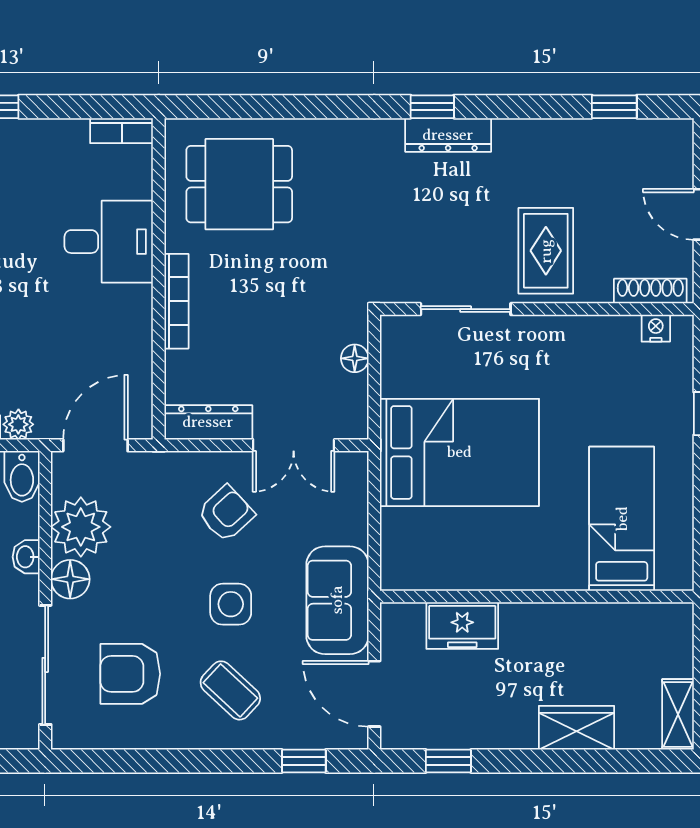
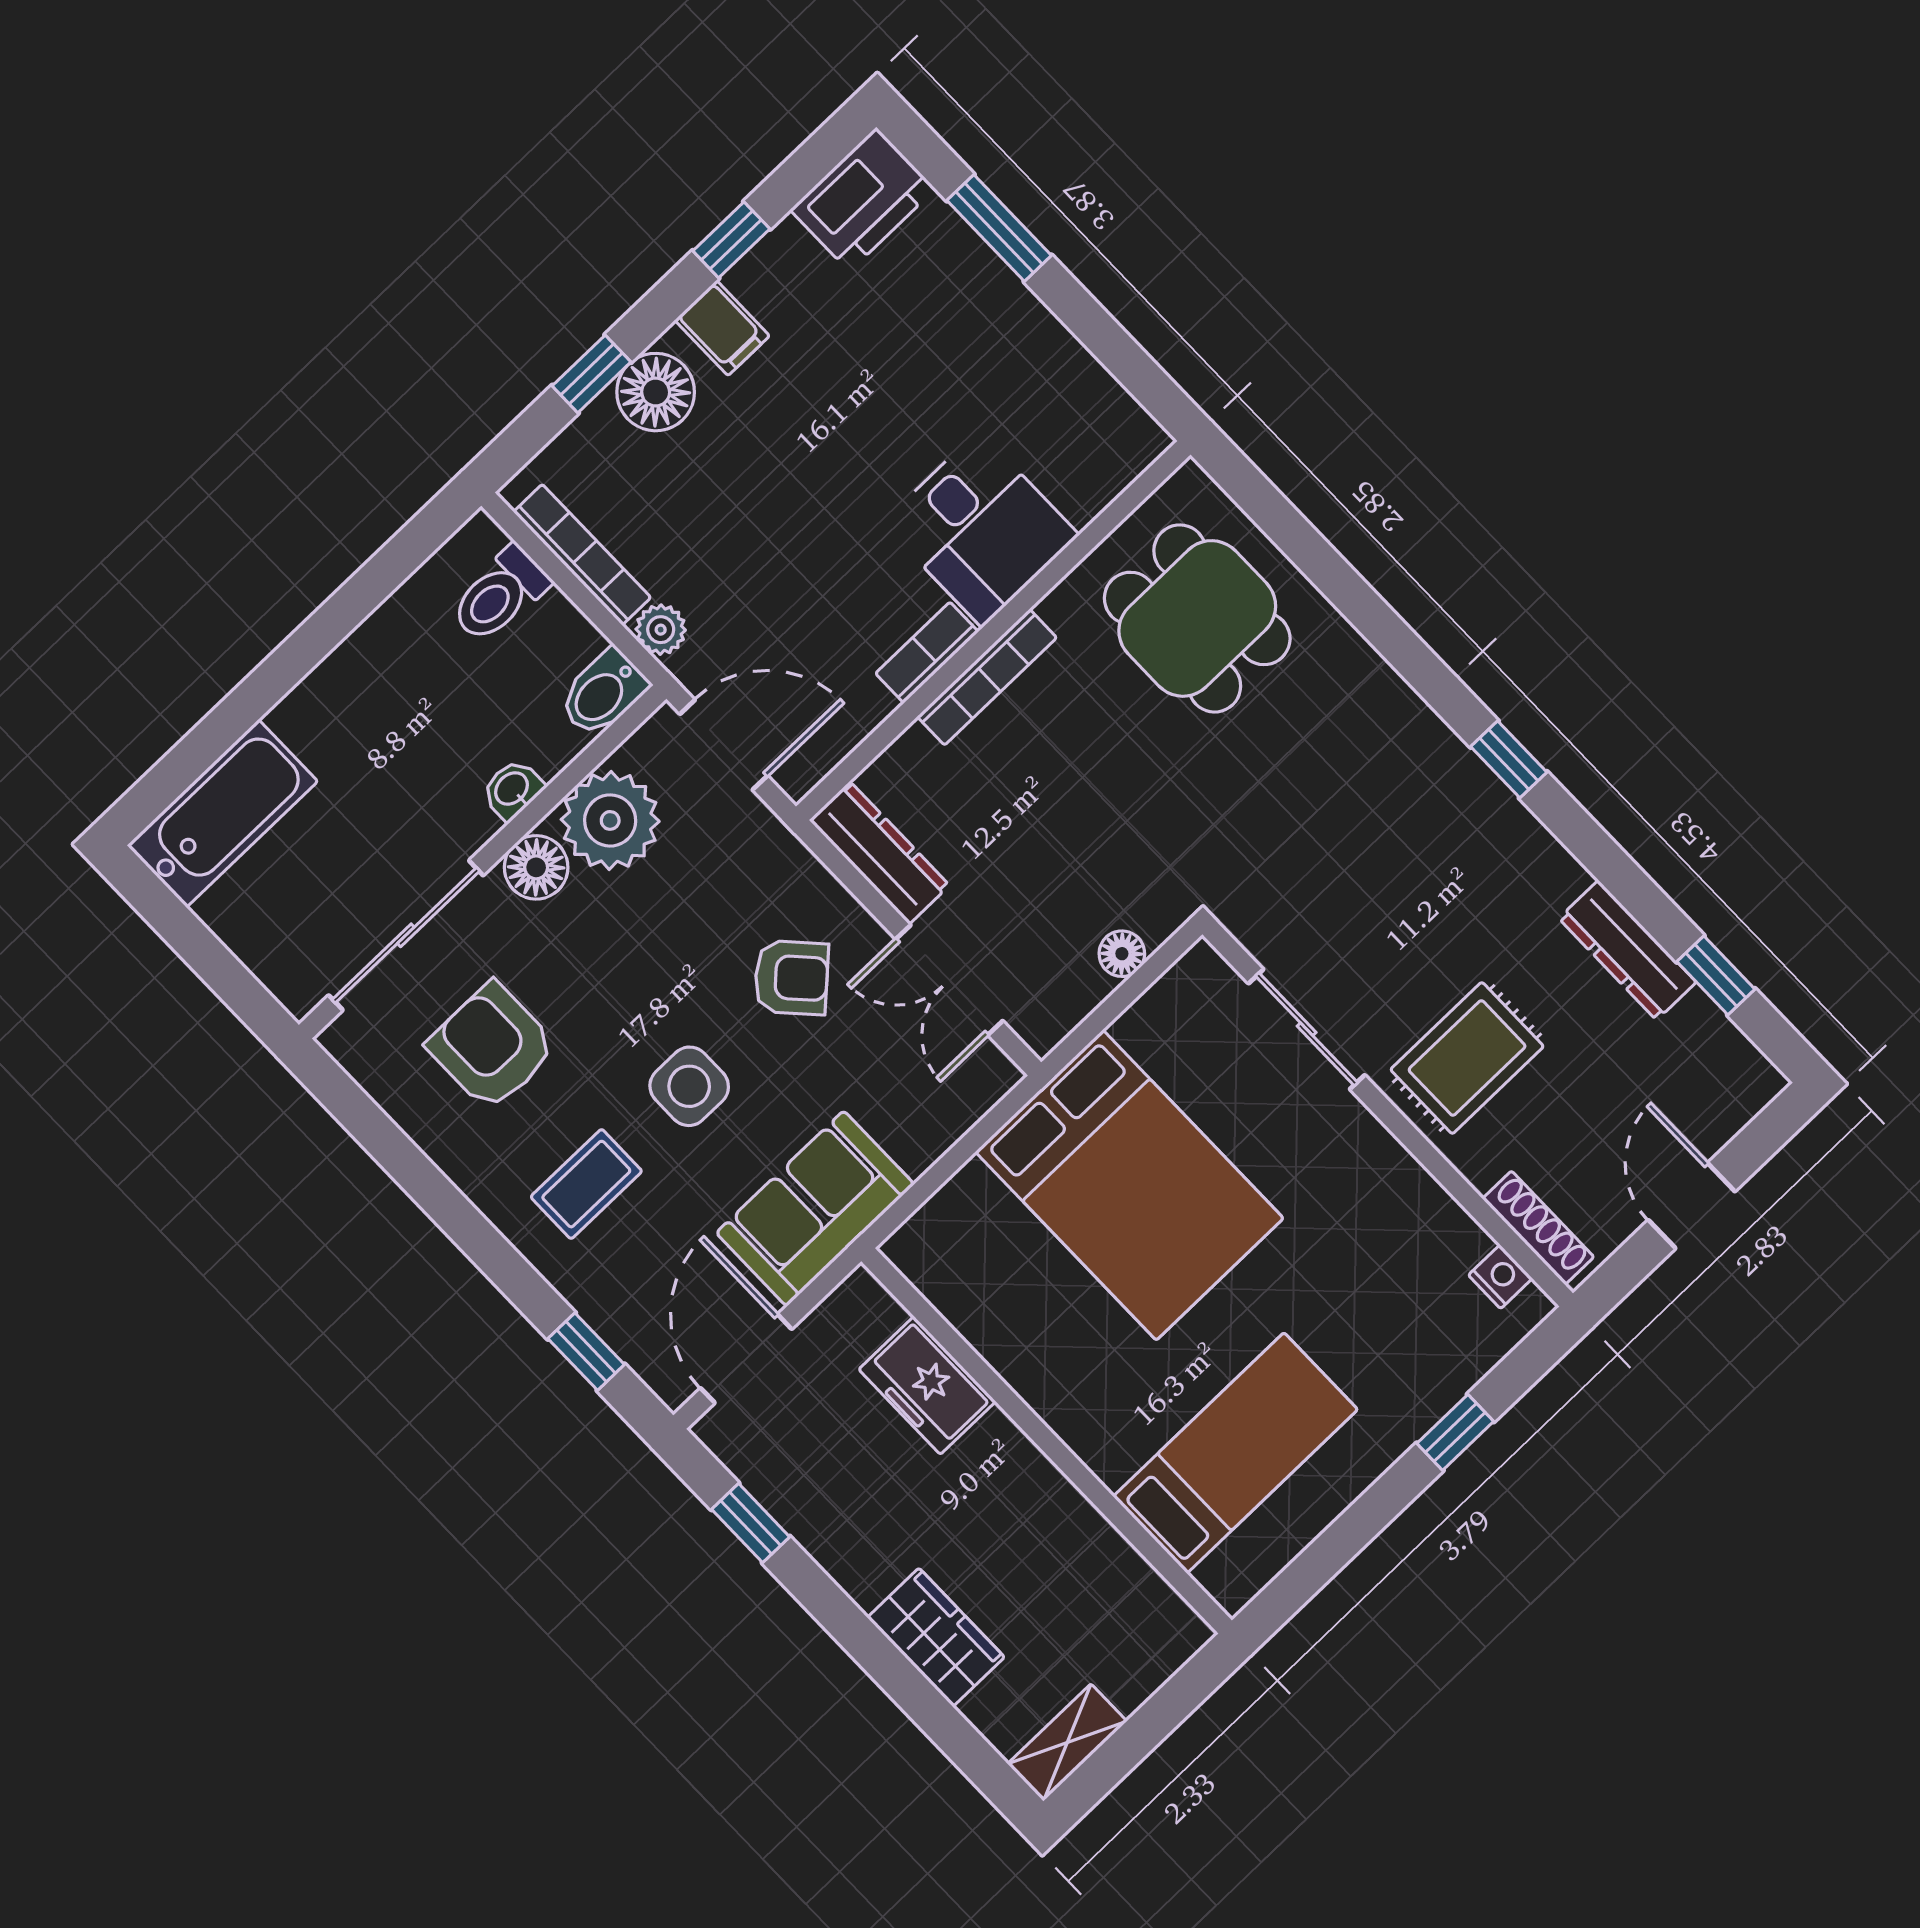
bookcase: (122, 131) -> (927, 653), moved, turned 90
dresser: (448, 135) -> (1627, 950), moved
coffee table: (230, 690) -> (586, 1184), turned 47

